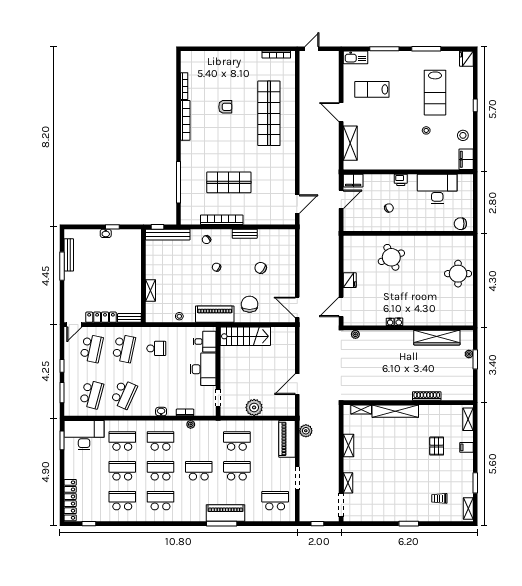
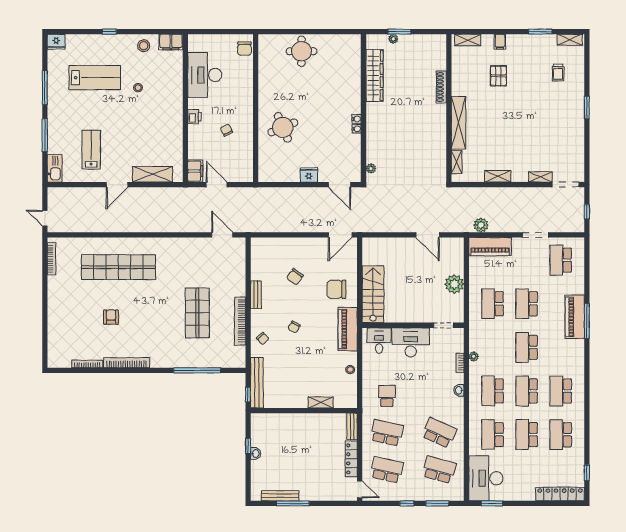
lab bench: (372, 89) -> (91, 150), turned 180
pallet: (437, 446) -> (498, 76), turned 90

